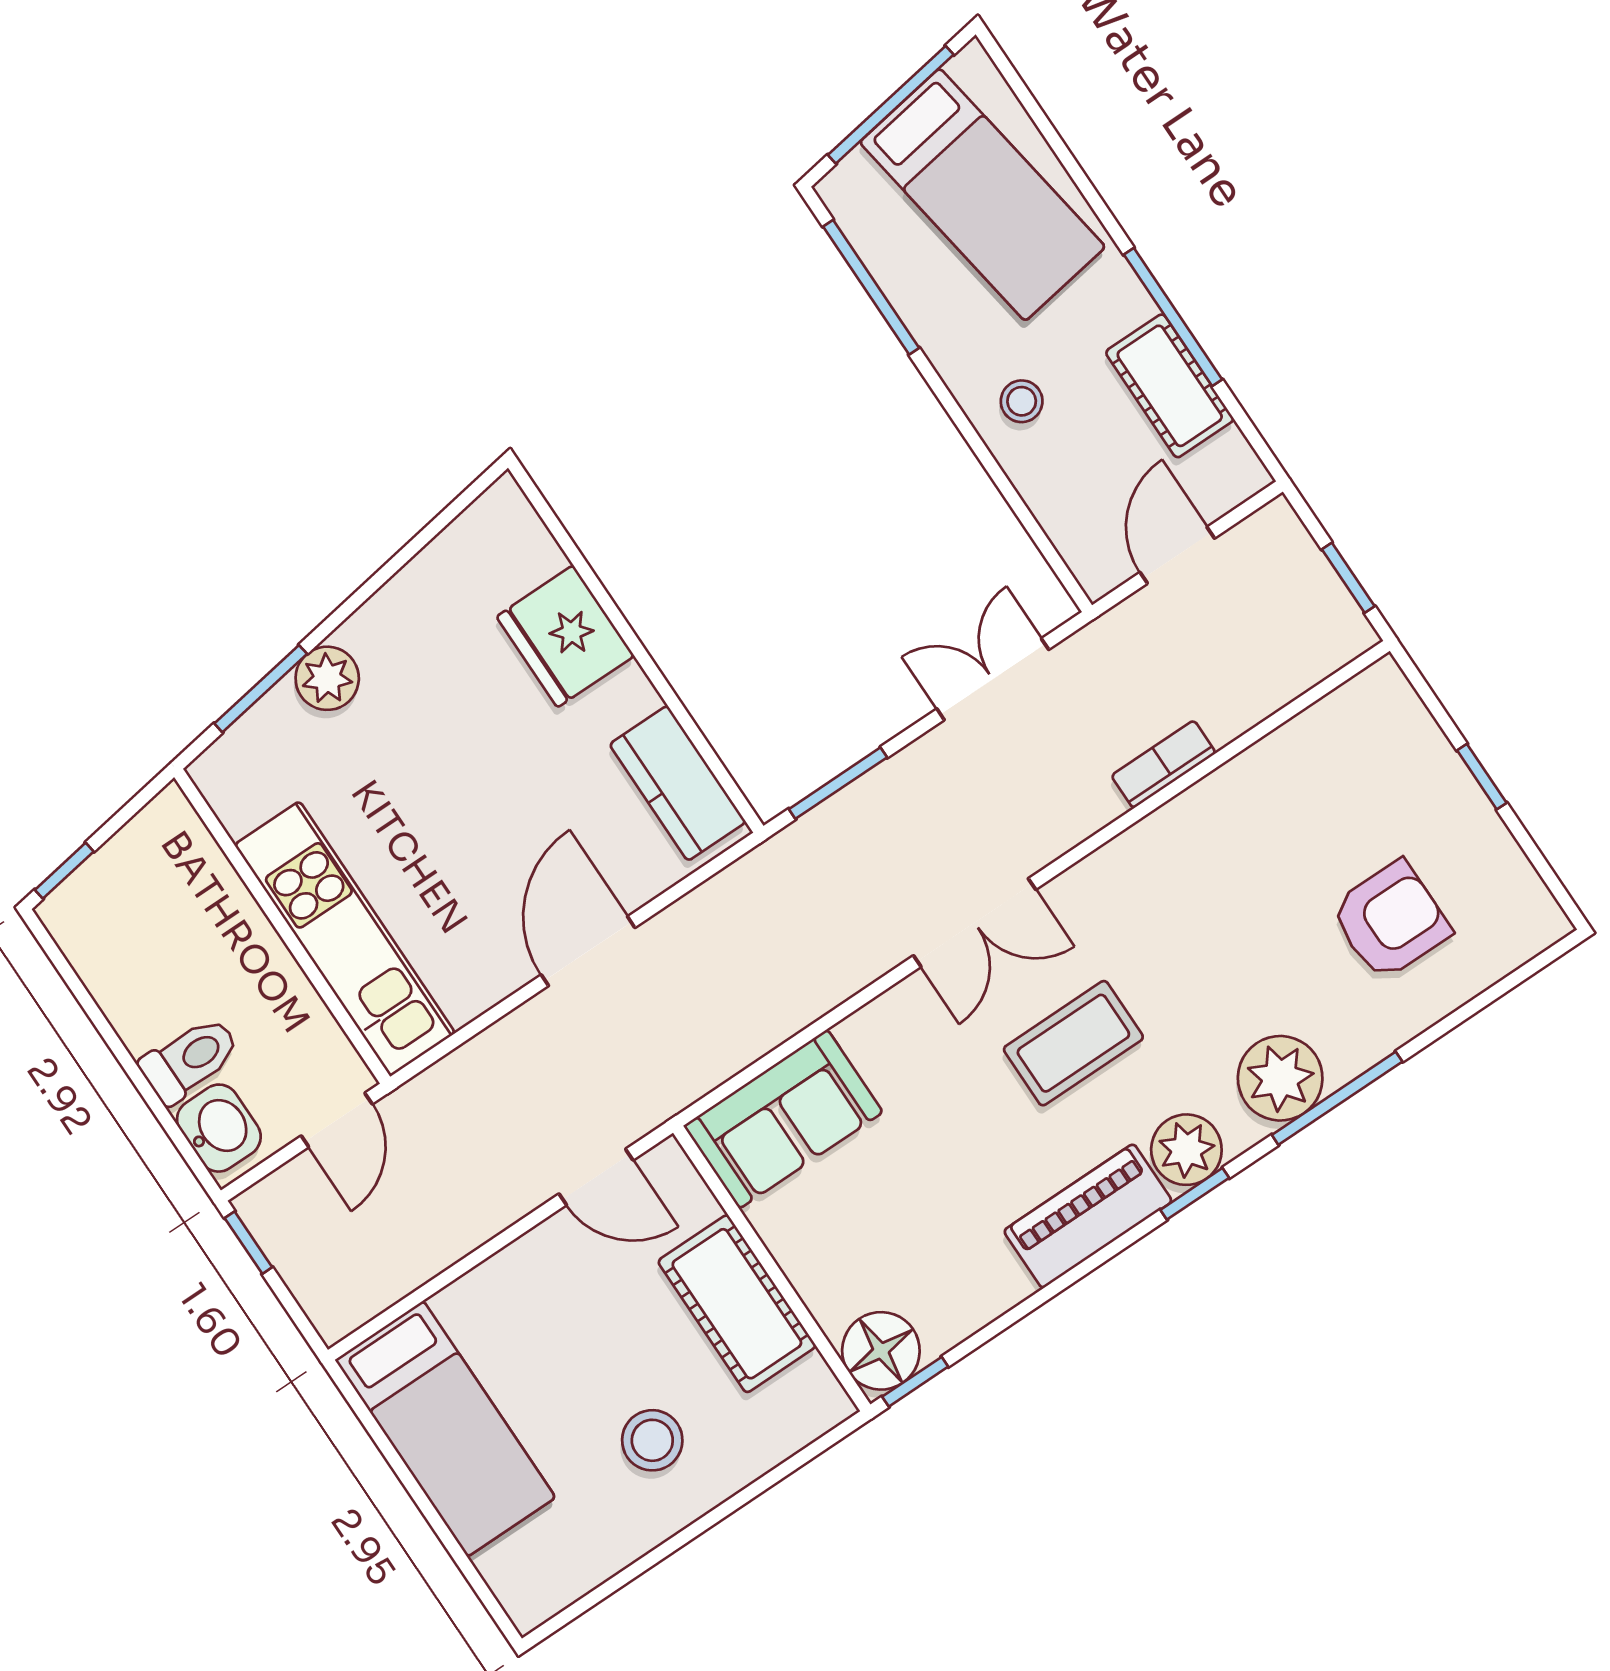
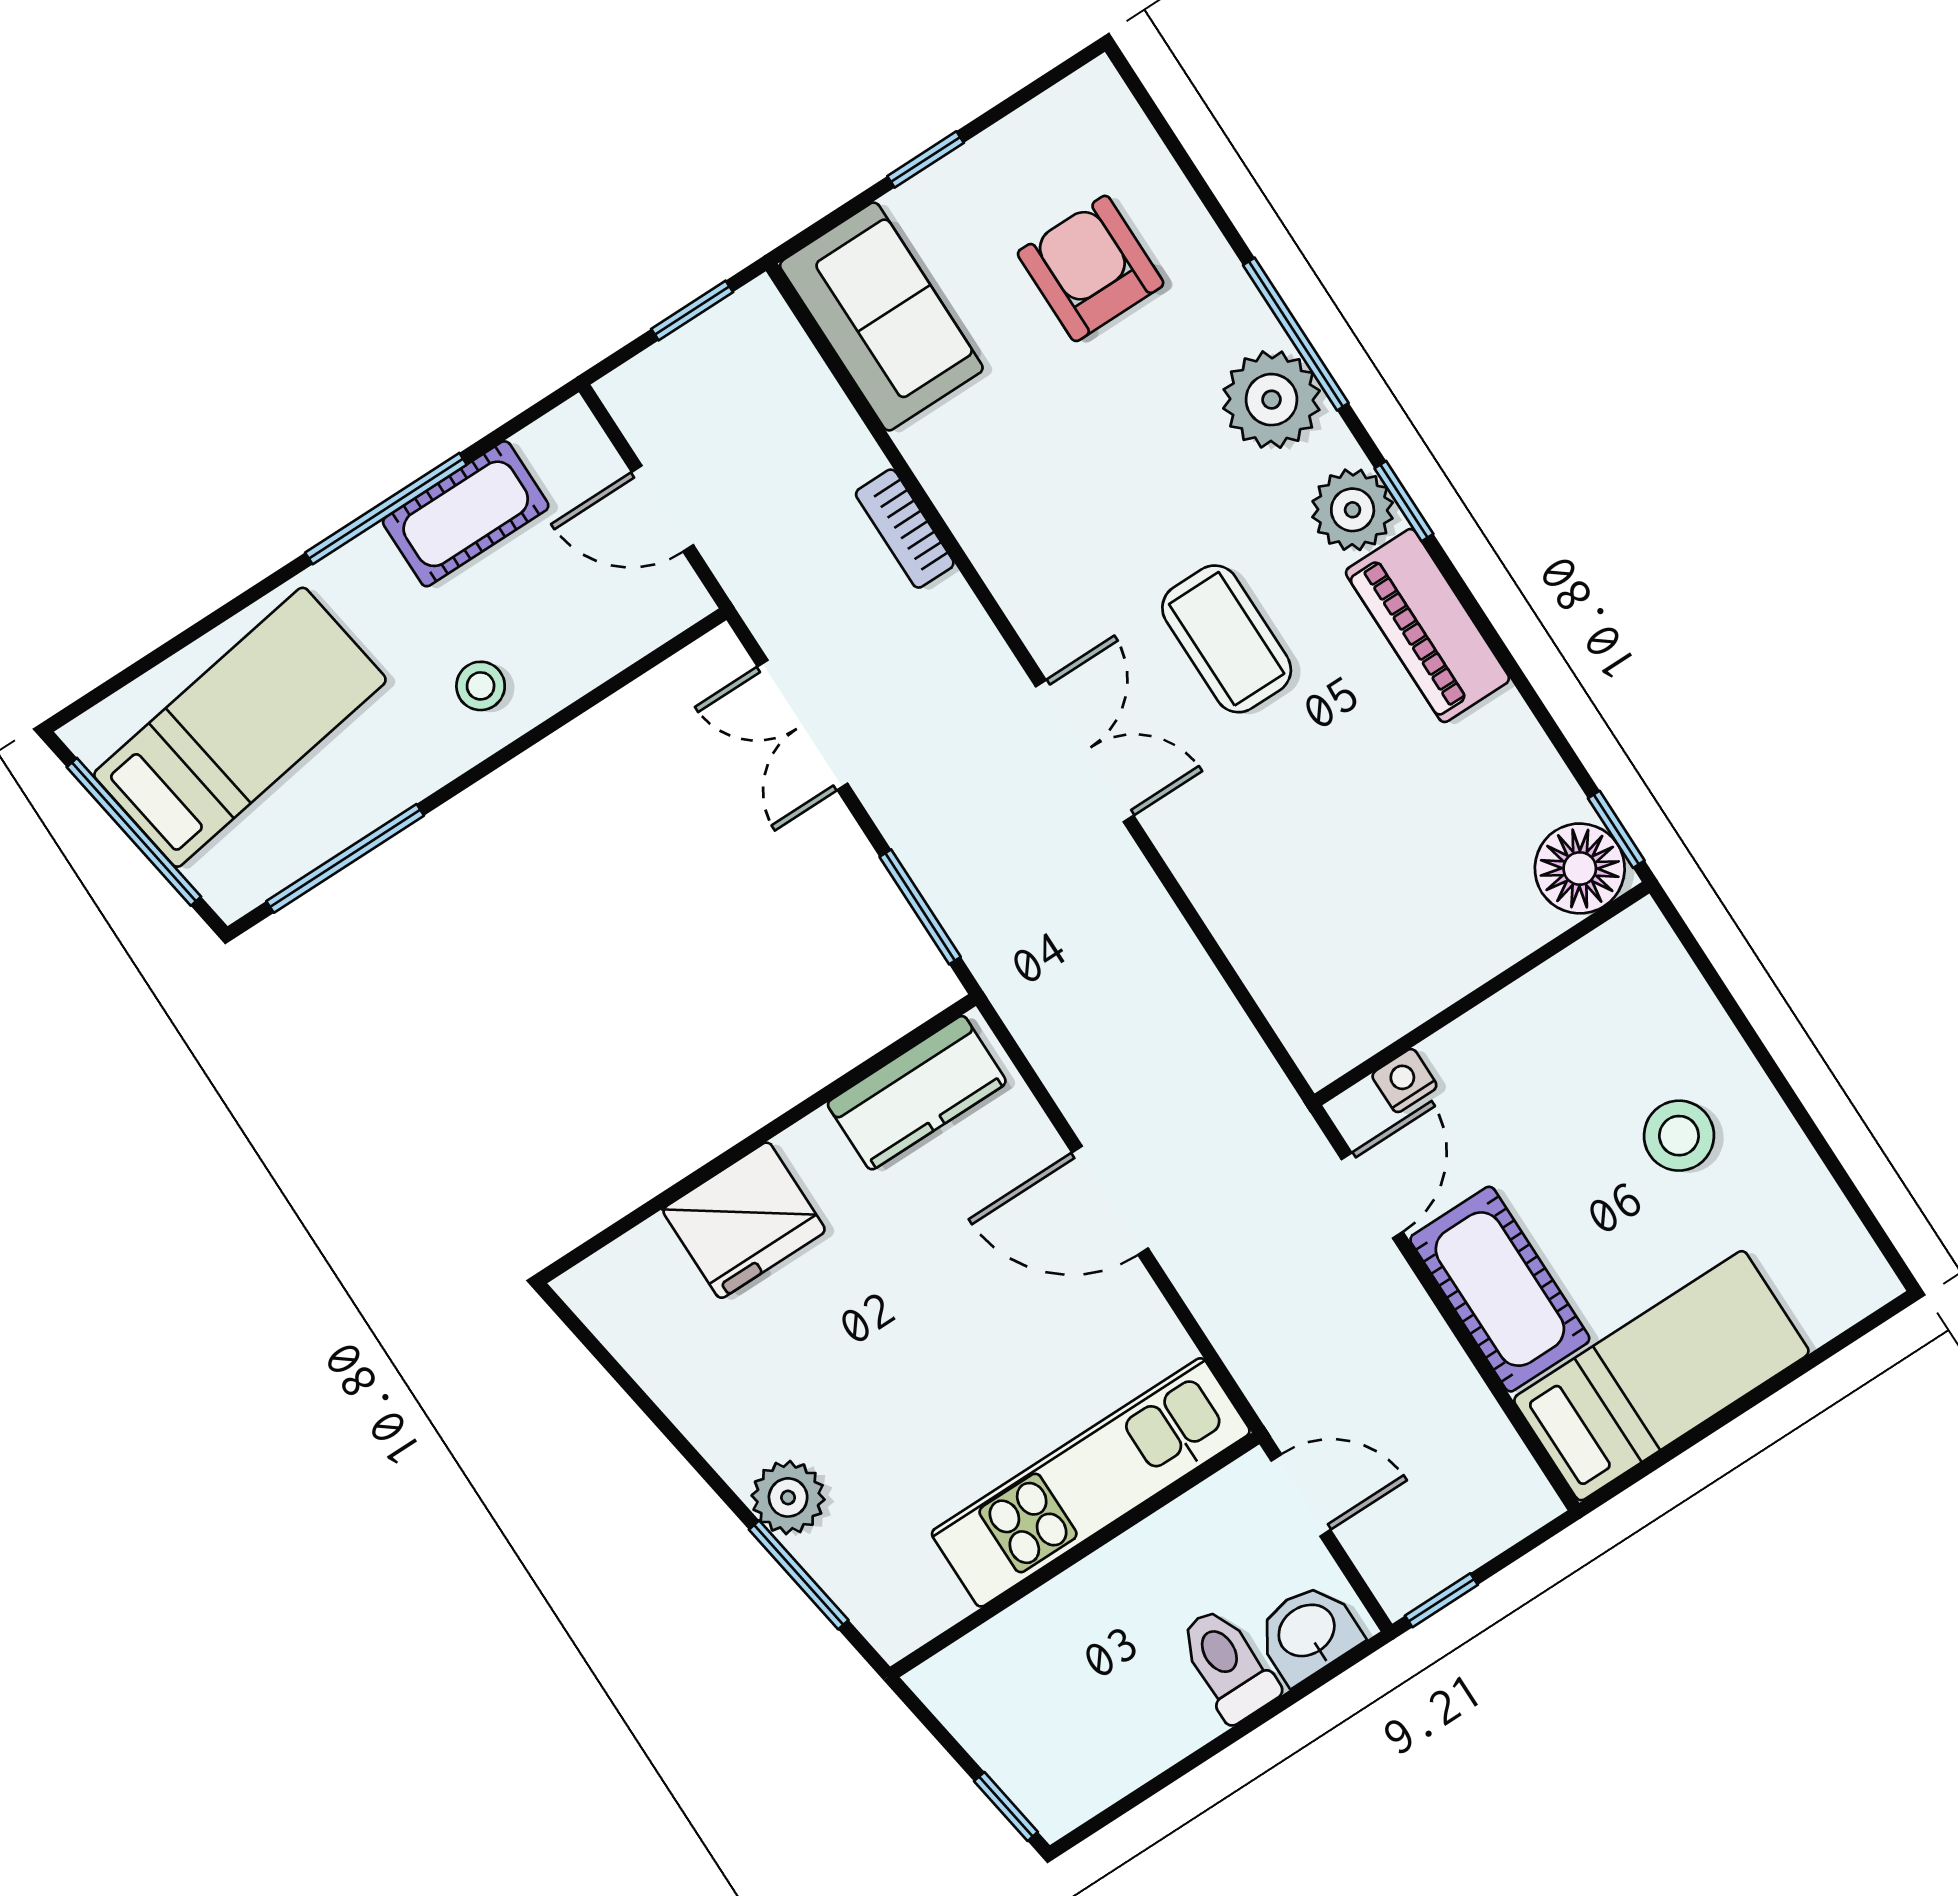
sofa: (783, 1119) -> (881, 317), moved
nightstand: (696, 1203) -> (1404, 1081), added
cot: (737, 1304) -> (1500, 1289), moved, turned 90

